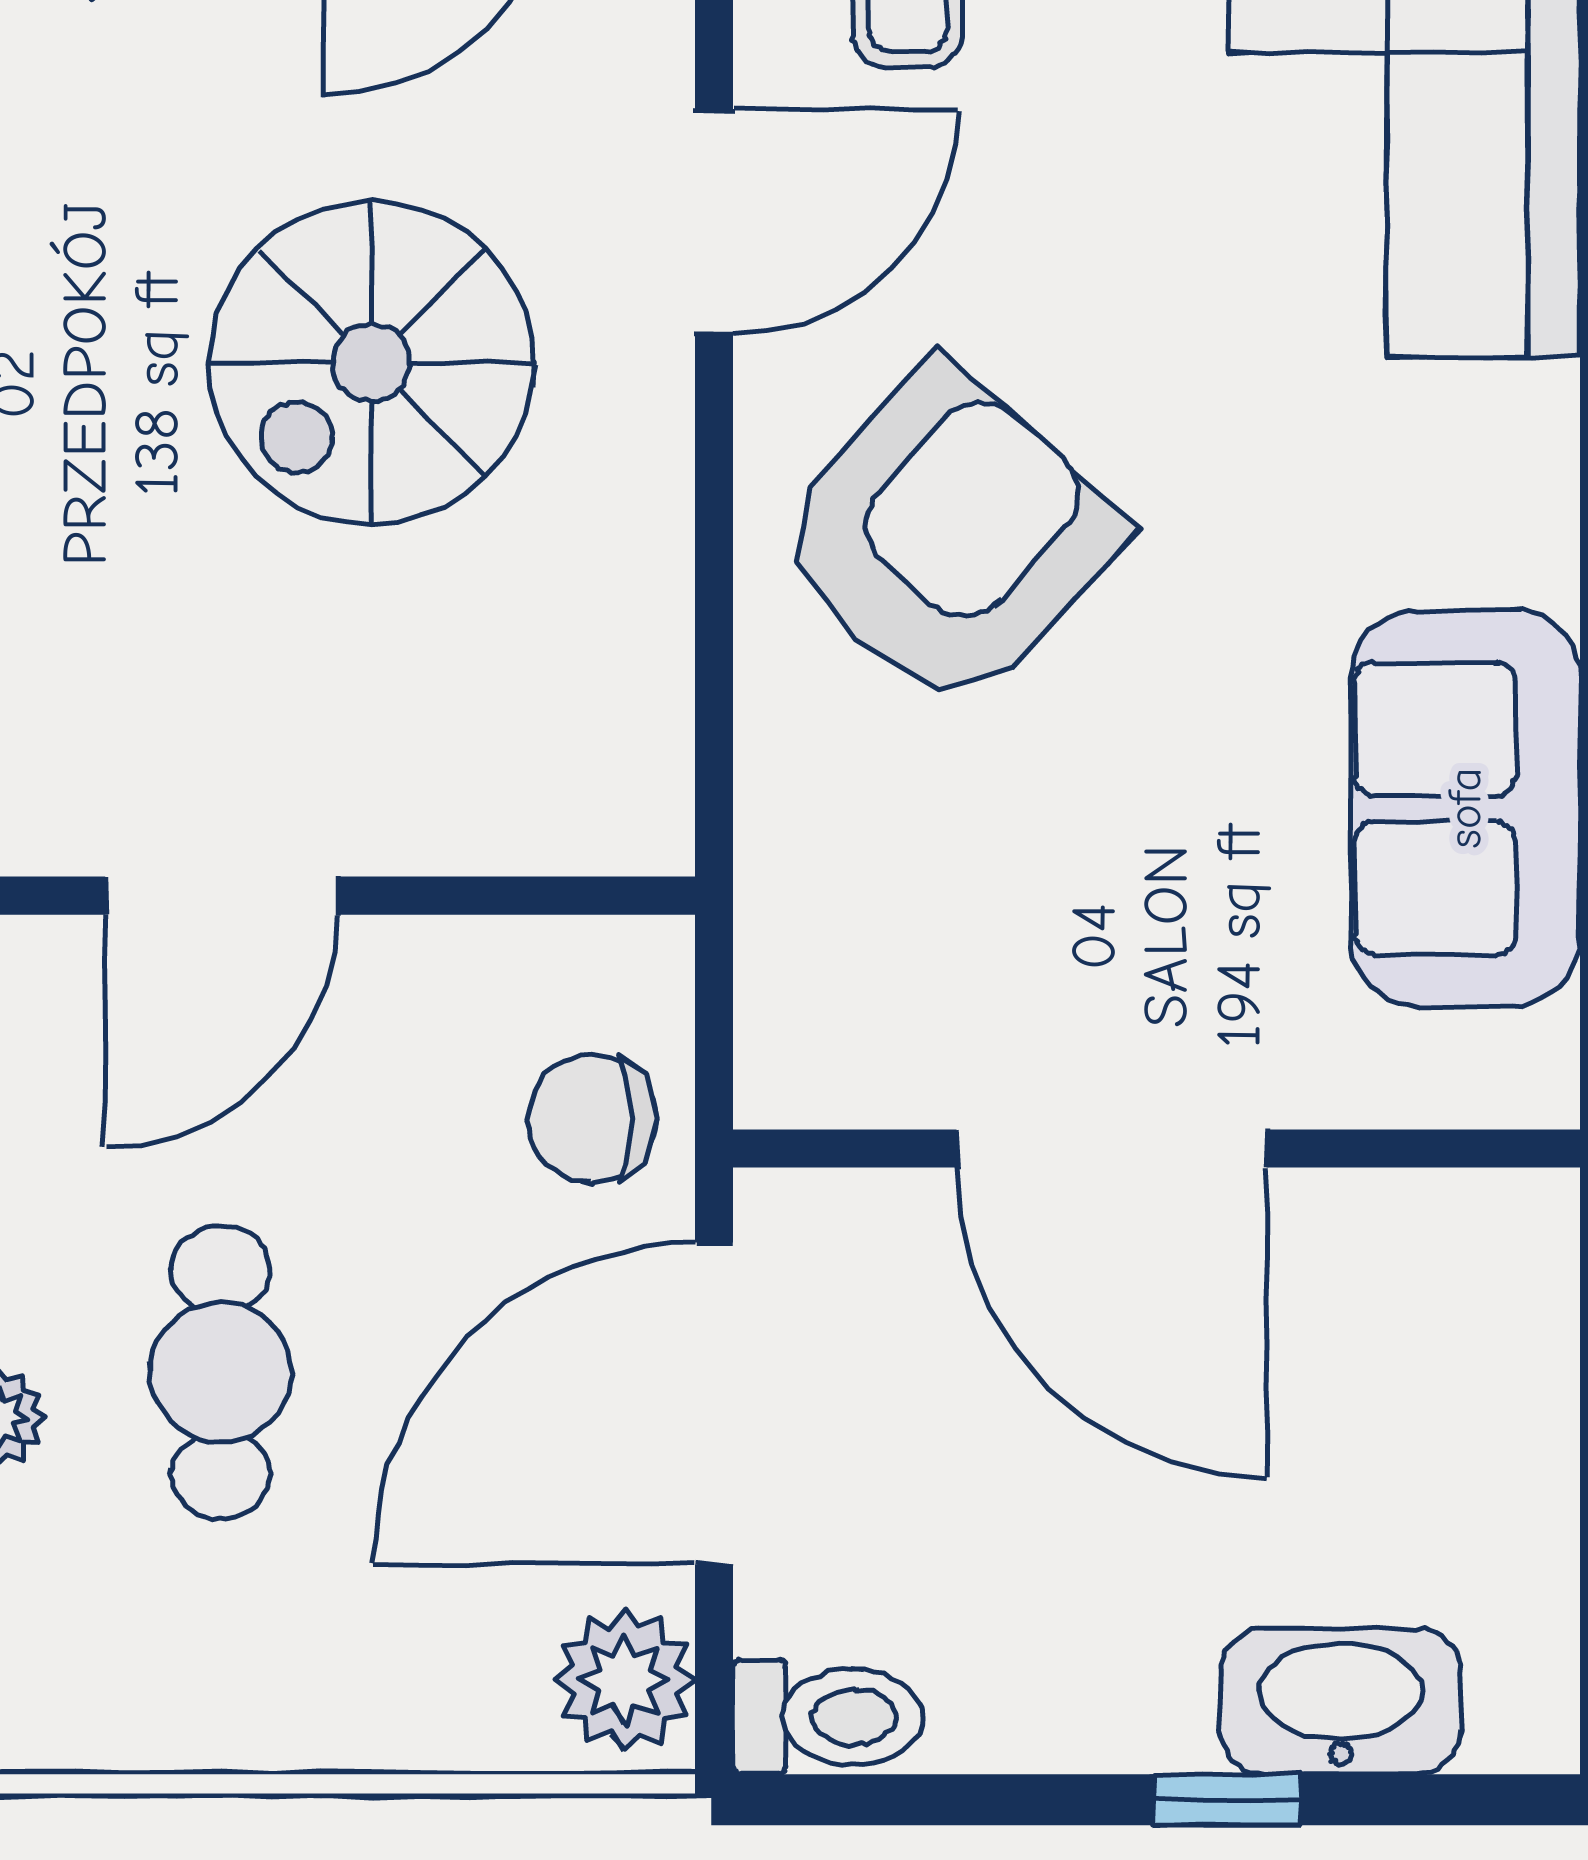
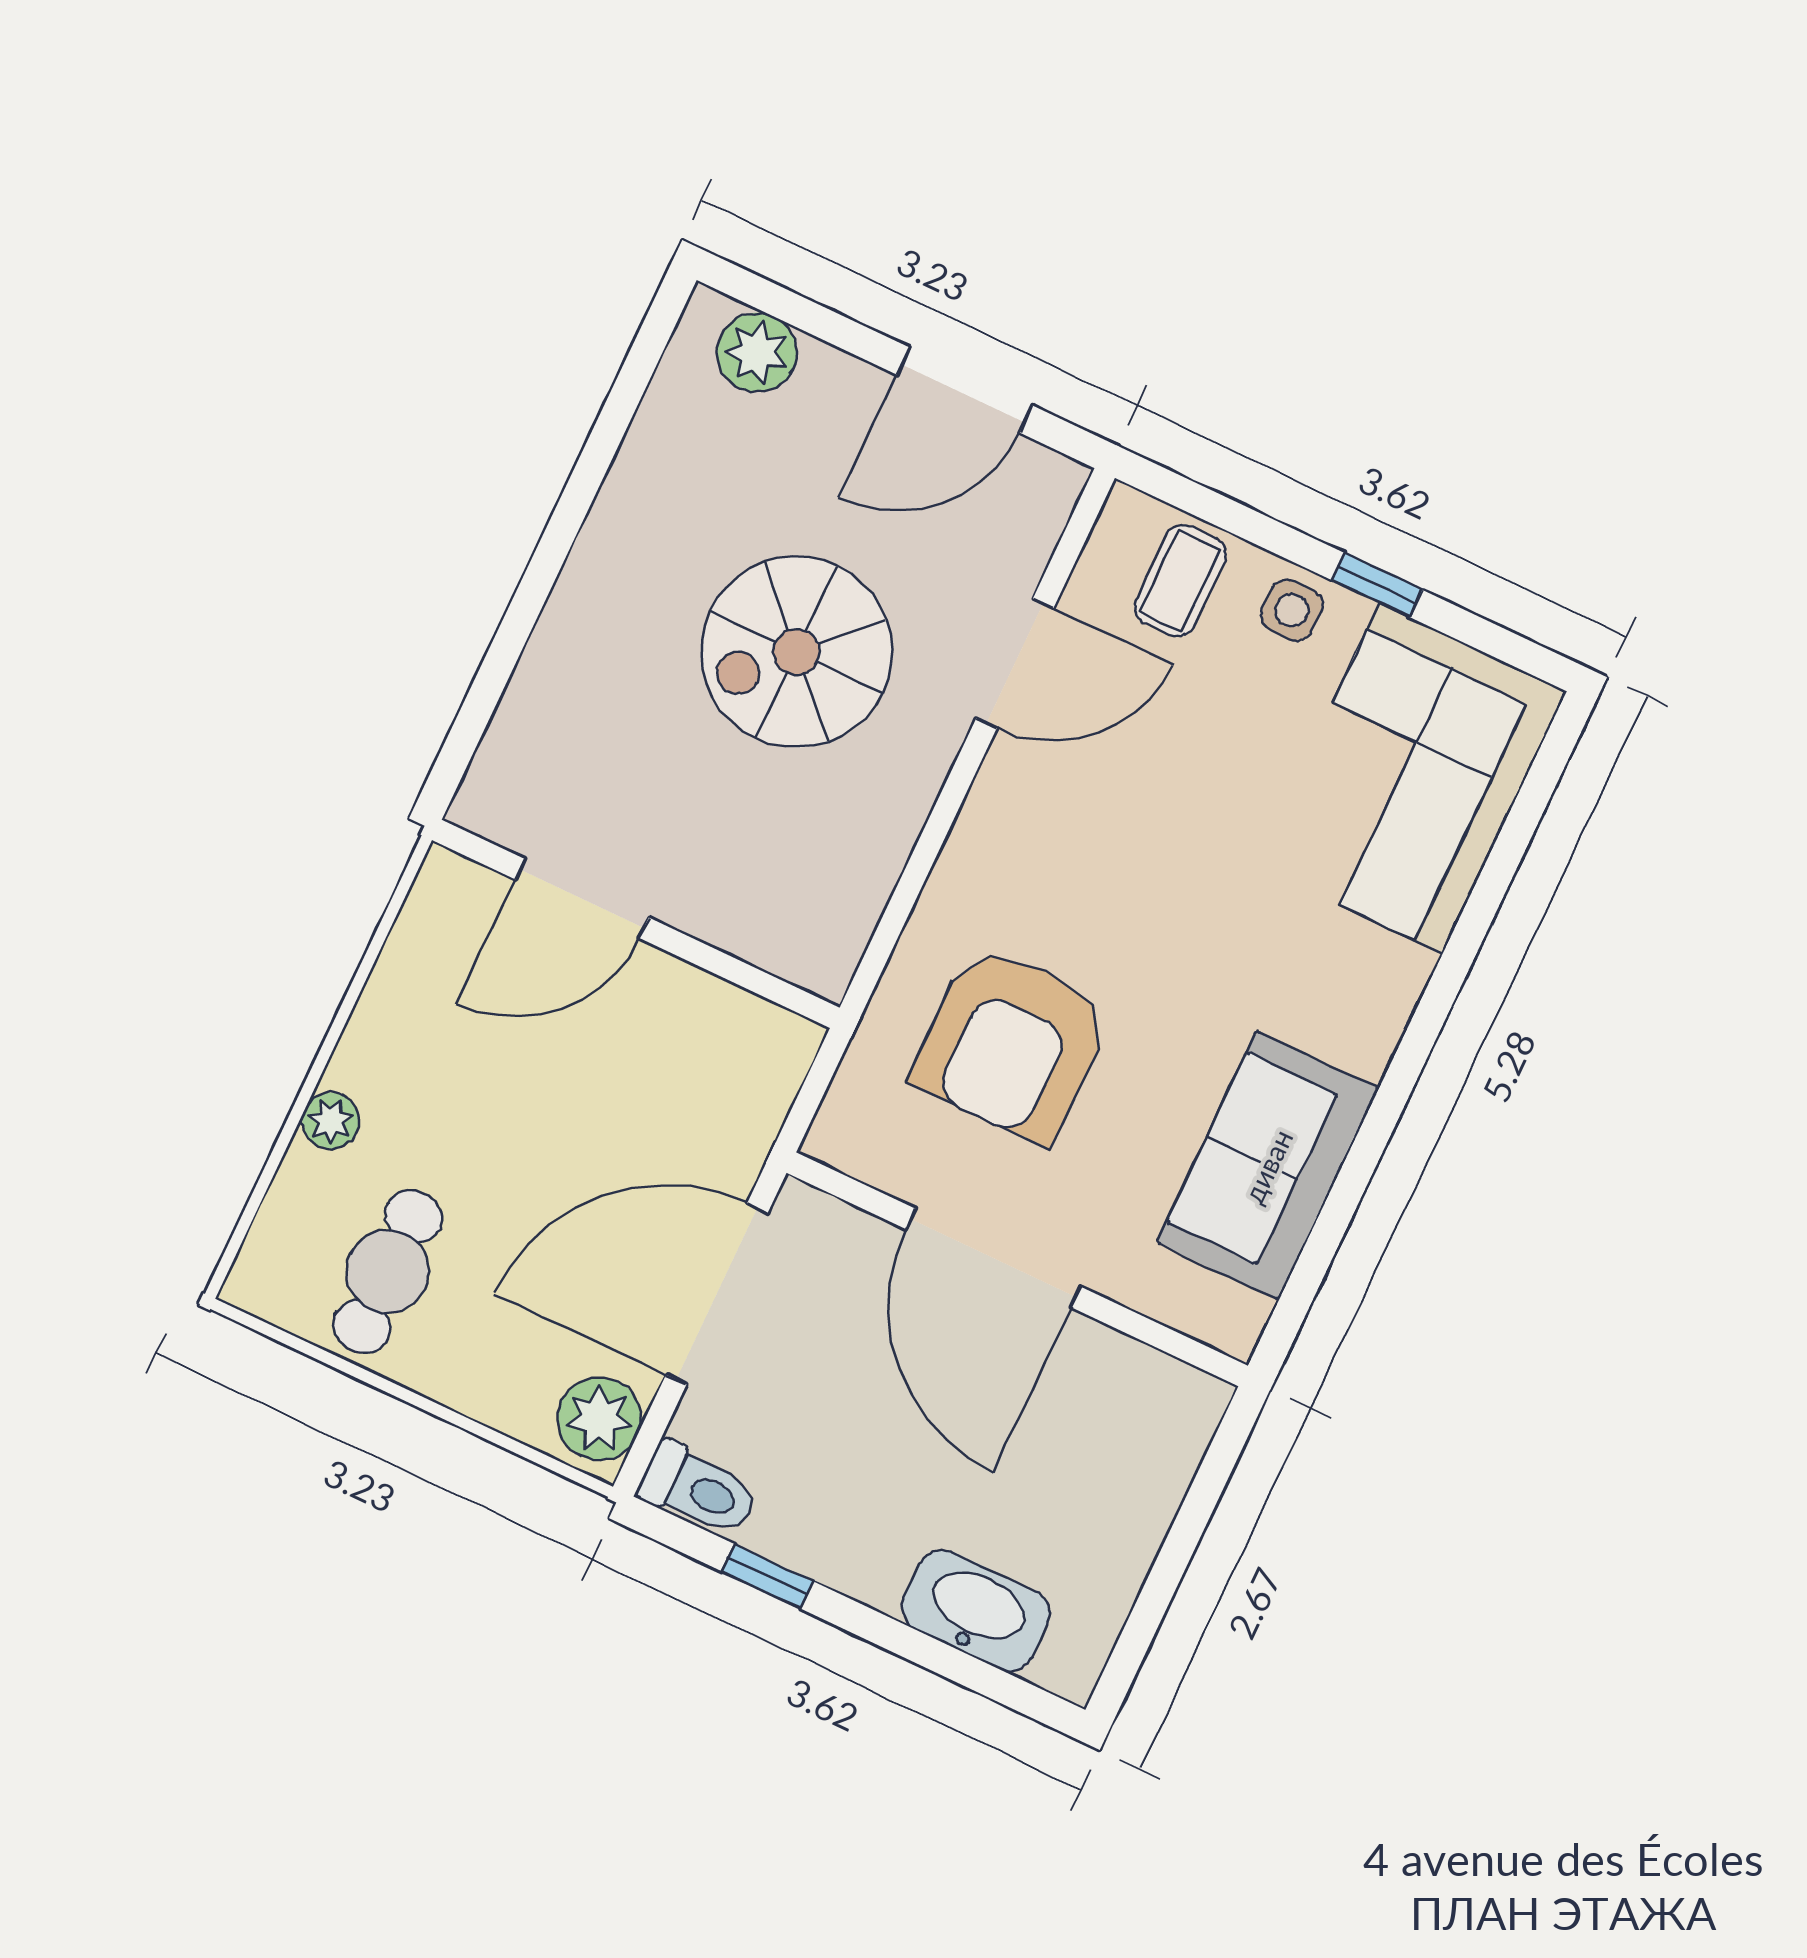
armchair: (947, 538) -> (1012, 1043), moved, turned 138
chair: (592, 1119) -> (723, 1111), removed
cafe table: (220, 1372) -> (388, 1272), moved
window: (1227, 1800) -> (767, 1576), moved

